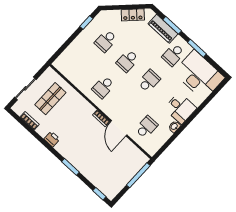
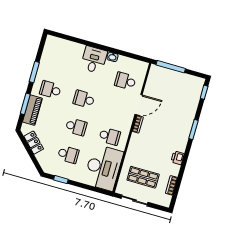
school desk: (173, 55) -> (50, 90), turned 180
desk: (199, 75) -> (103, 168), moved, turned 180
sliding door: (25, 88) -> (135, 200), moved

